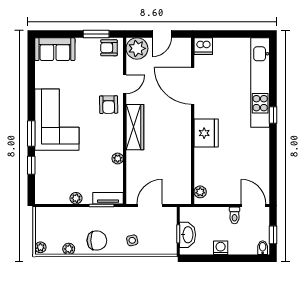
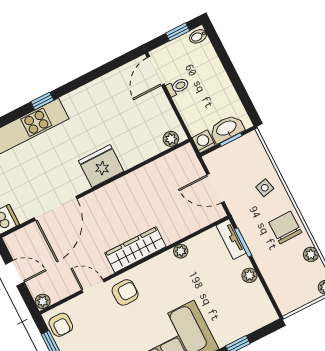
plant: (137, 48) -> (43, 301), width x0.53, depth x0.53
washing machine: (221, 248) -> (204, 142), moved, turned 90

